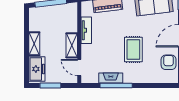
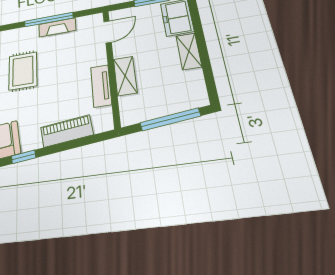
shelving: (72, 45) -> (125, 76), moved
door: (79, 67) -> (108, 32), hinge flipped

